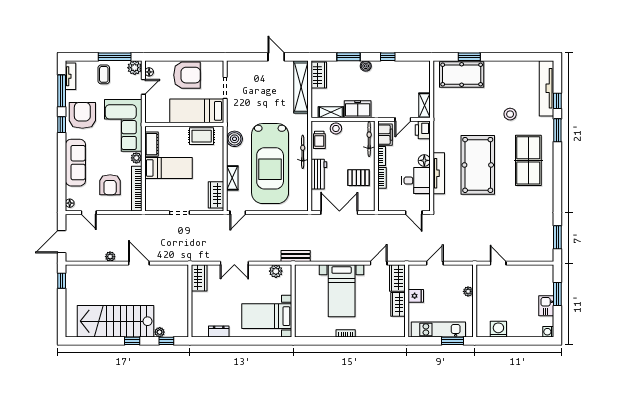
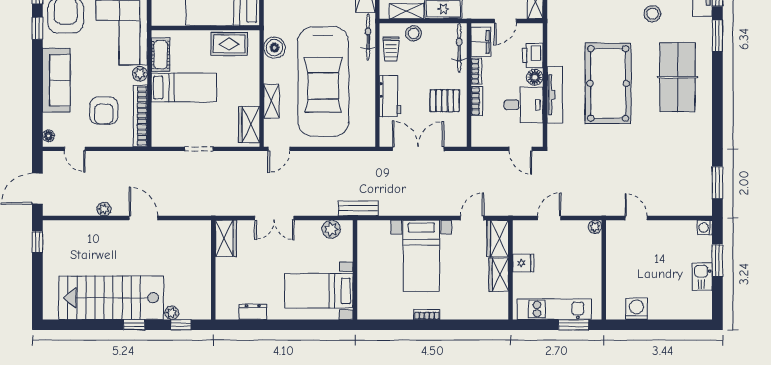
printer: (423, 130) -> (533, 55), moved
bicycle: (303, 152) -> (368, 37), moved
plant: (468, 291) -> (595, 227), moved
washing machine: (548, 332) -> (705, 228), moved

